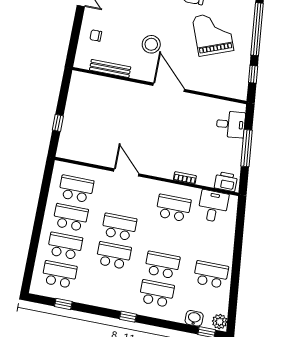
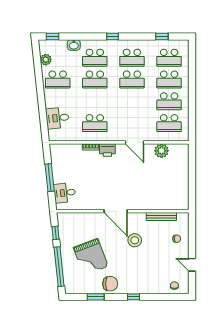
window: (58, 123) -> (192, 169), removed
plant: (93, 155) -> (162, 151), added
printer: (226, 182) -> (107, 150), moved
desk: (213, 206) -> (57, 118), moved, turned 84
school desk: (119, 227) -> (132, 58), moved
washbasin: (194, 318) -> (74, 45), moved
plant: (220, 322) -> (46, 60), moved

